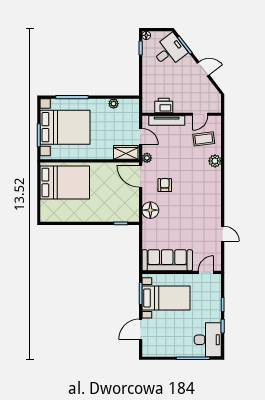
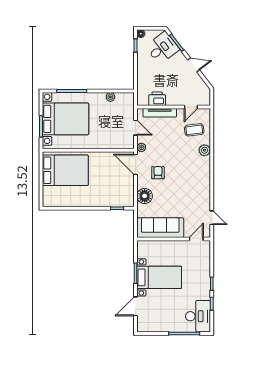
wardrobe: (126, 152) -> (122, 142), removed
sofa: (167, 260) -> (160, 228), moved
wall: (182, 272) -> (174, 239), moved
door: (206, 272) -> (196, 239), moved

